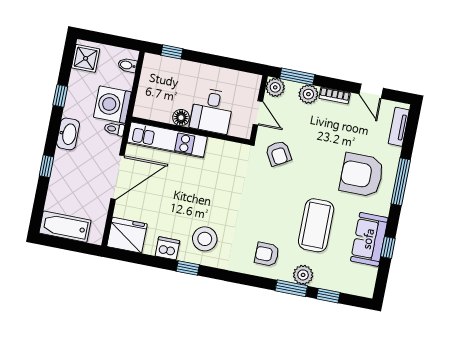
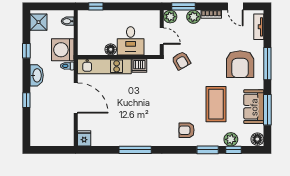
armchair: (362, 175) -> (240, 64), turned -90
door: (117, 177) -> (76, 98), hinge flipped
bathtub: (65, 227) -> (47, 138), removed
fridge: (127, 235) -> (84, 138), width x0.53, depth x0.75
stool: (205, 239) -> (143, 128), removed
dishwasher: (167, 248) -> (139, 66), moved, turned 180
window: (388, 248) -> (267, 110), width x2.17
window: (188, 268) -> (135, 150), width x2.17
plant: (303, 275) -> (231, 139), moved
floor lamp: (365, 287) -> (257, 139), added

